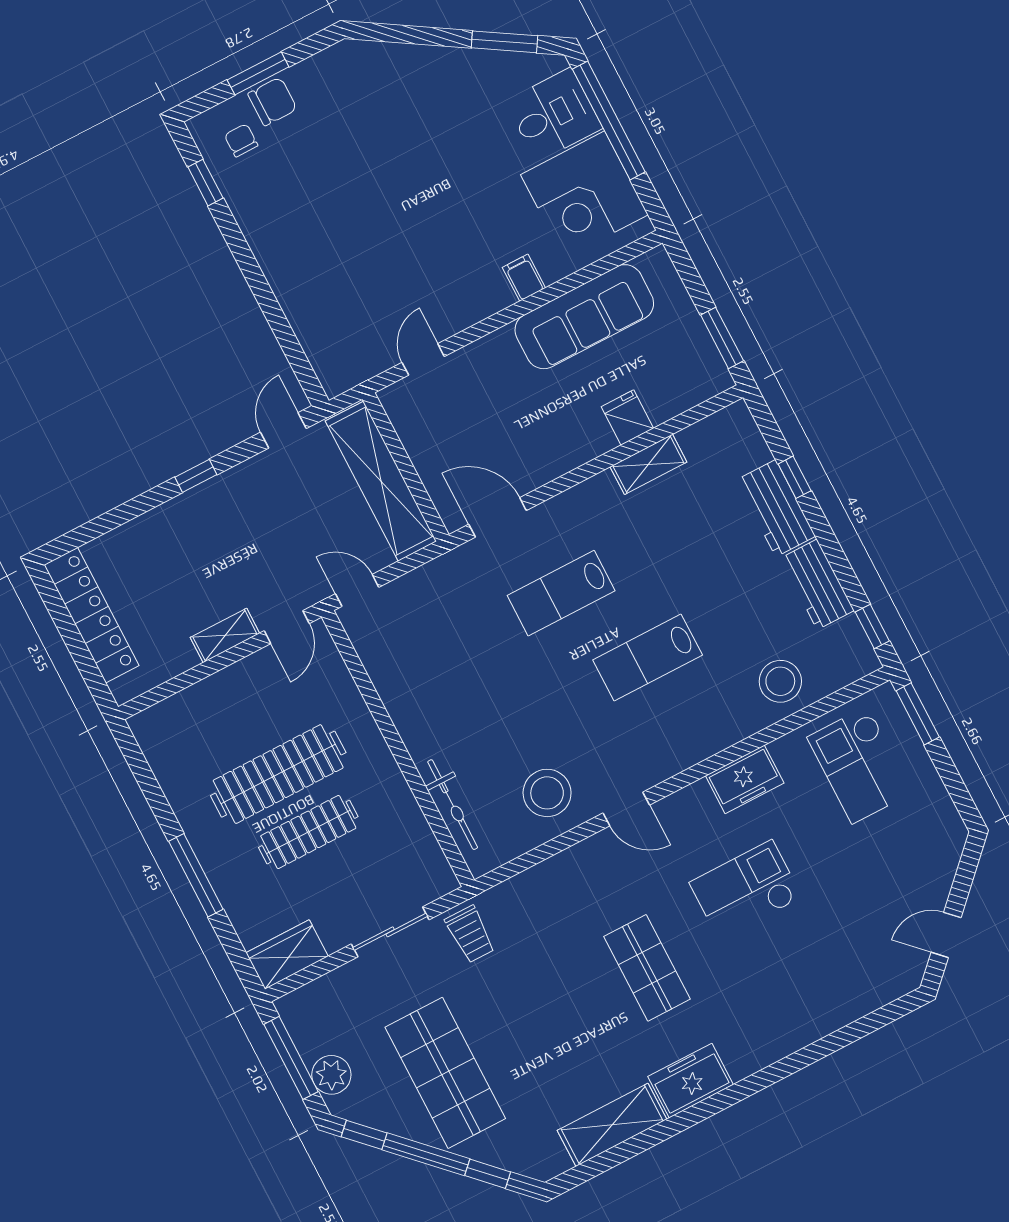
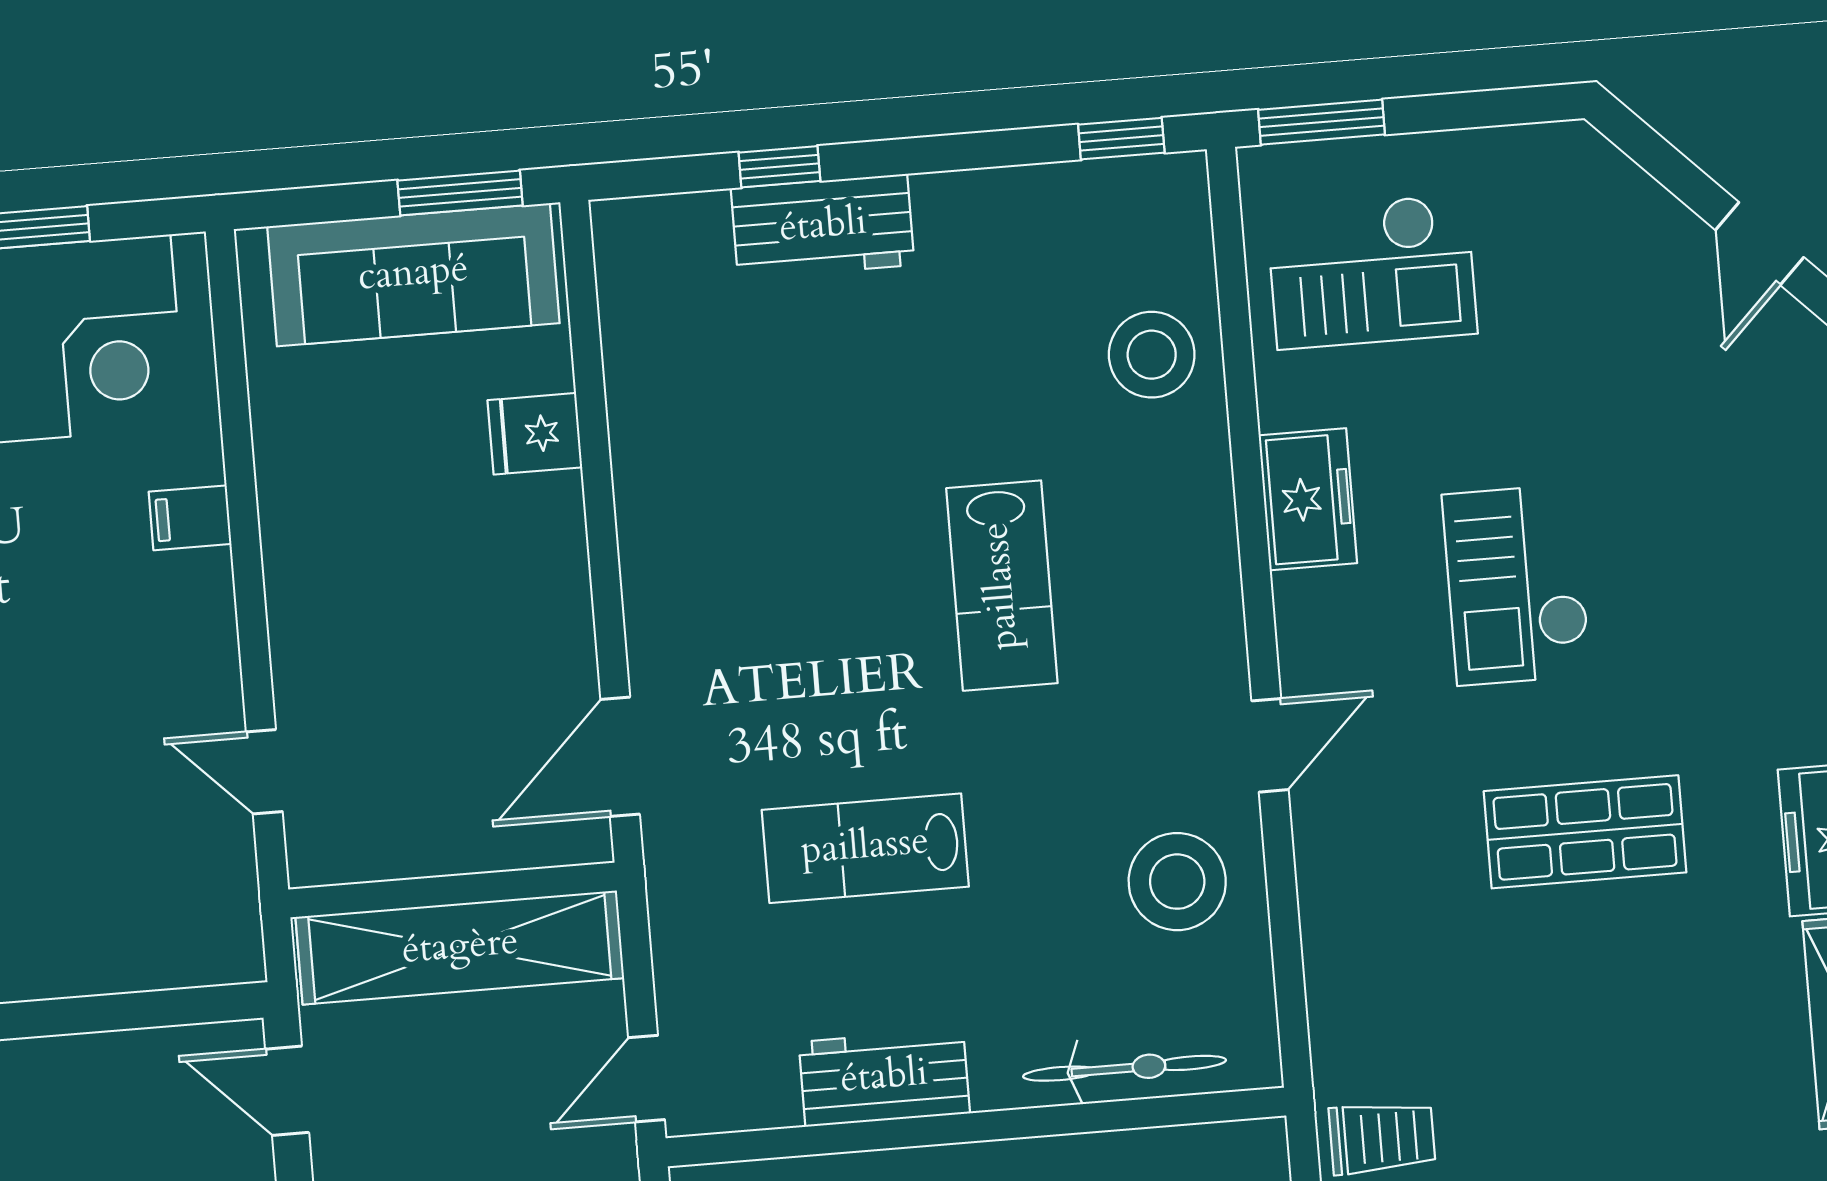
sofa: (584, 317) -> (413, 275), moved, turned 90
shelving: (648, 464) -> (640, 431), removed
workbench: (817, 584) -> (884, 1078), moved, turned 180
lab bench: (561, 593) -> (865, 848), moved, turned 90

